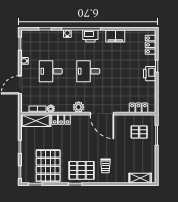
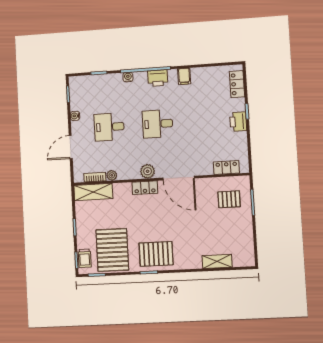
filing cabinet: (115, 36) -> (184, 76), width x0.50
locker: (61, 120) -> (145, 188), moved
trolley: (105, 166) -> (85, 258), moved
shelving: (140, 178) -> (217, 261), moved

